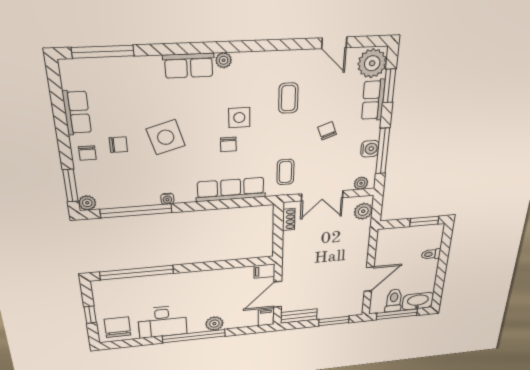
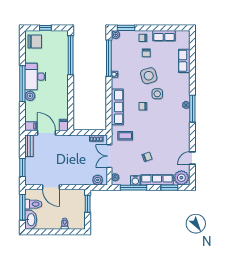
window: (103, 52) -> (192, 109), moved
row of seats: (189, 66) -> (184, 61), moved
coffee table: (288, 98) -> (166, 136), removed
row of seats: (373, 100) -> (157, 180), width x1.48
side table: (239, 118) -> (157, 94), moved
window: (424, 221) -> (88, 204), moved
desk: (162, 322) -> (35, 77), moved

